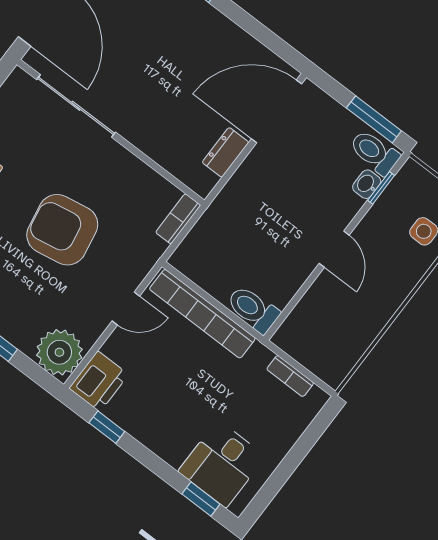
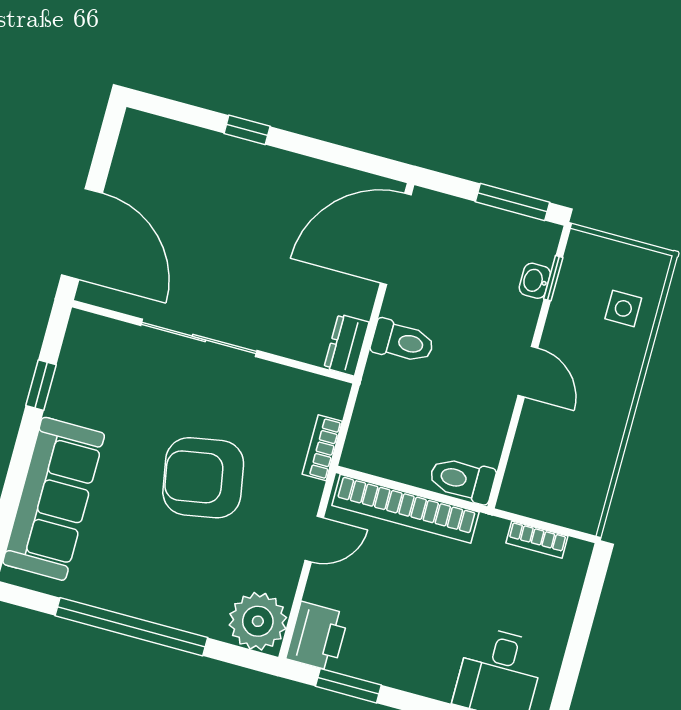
sliding door: (76, 106) -> (199, 338), moved
dresser: (225, 152) -> (347, 345), moved
toilet: (374, 152) -> (403, 342), moved, turned 180
bookcase: (178, 219) -> (322, 448), moved
window: (107, 427) -> (348, 686), width x1.50

